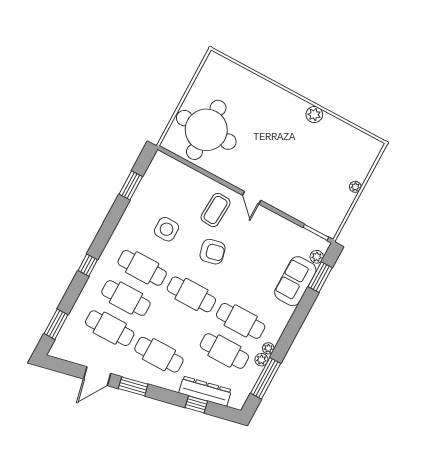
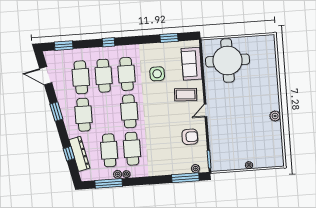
armchair: (212, 252) -> (190, 137), moved, turned -77
window: (320, 277) -> (185, 178), width x1.44
sofa: (295, 281) -> (192, 64), moved, turned -90
door: (97, 376) -> (46, 76), moved

